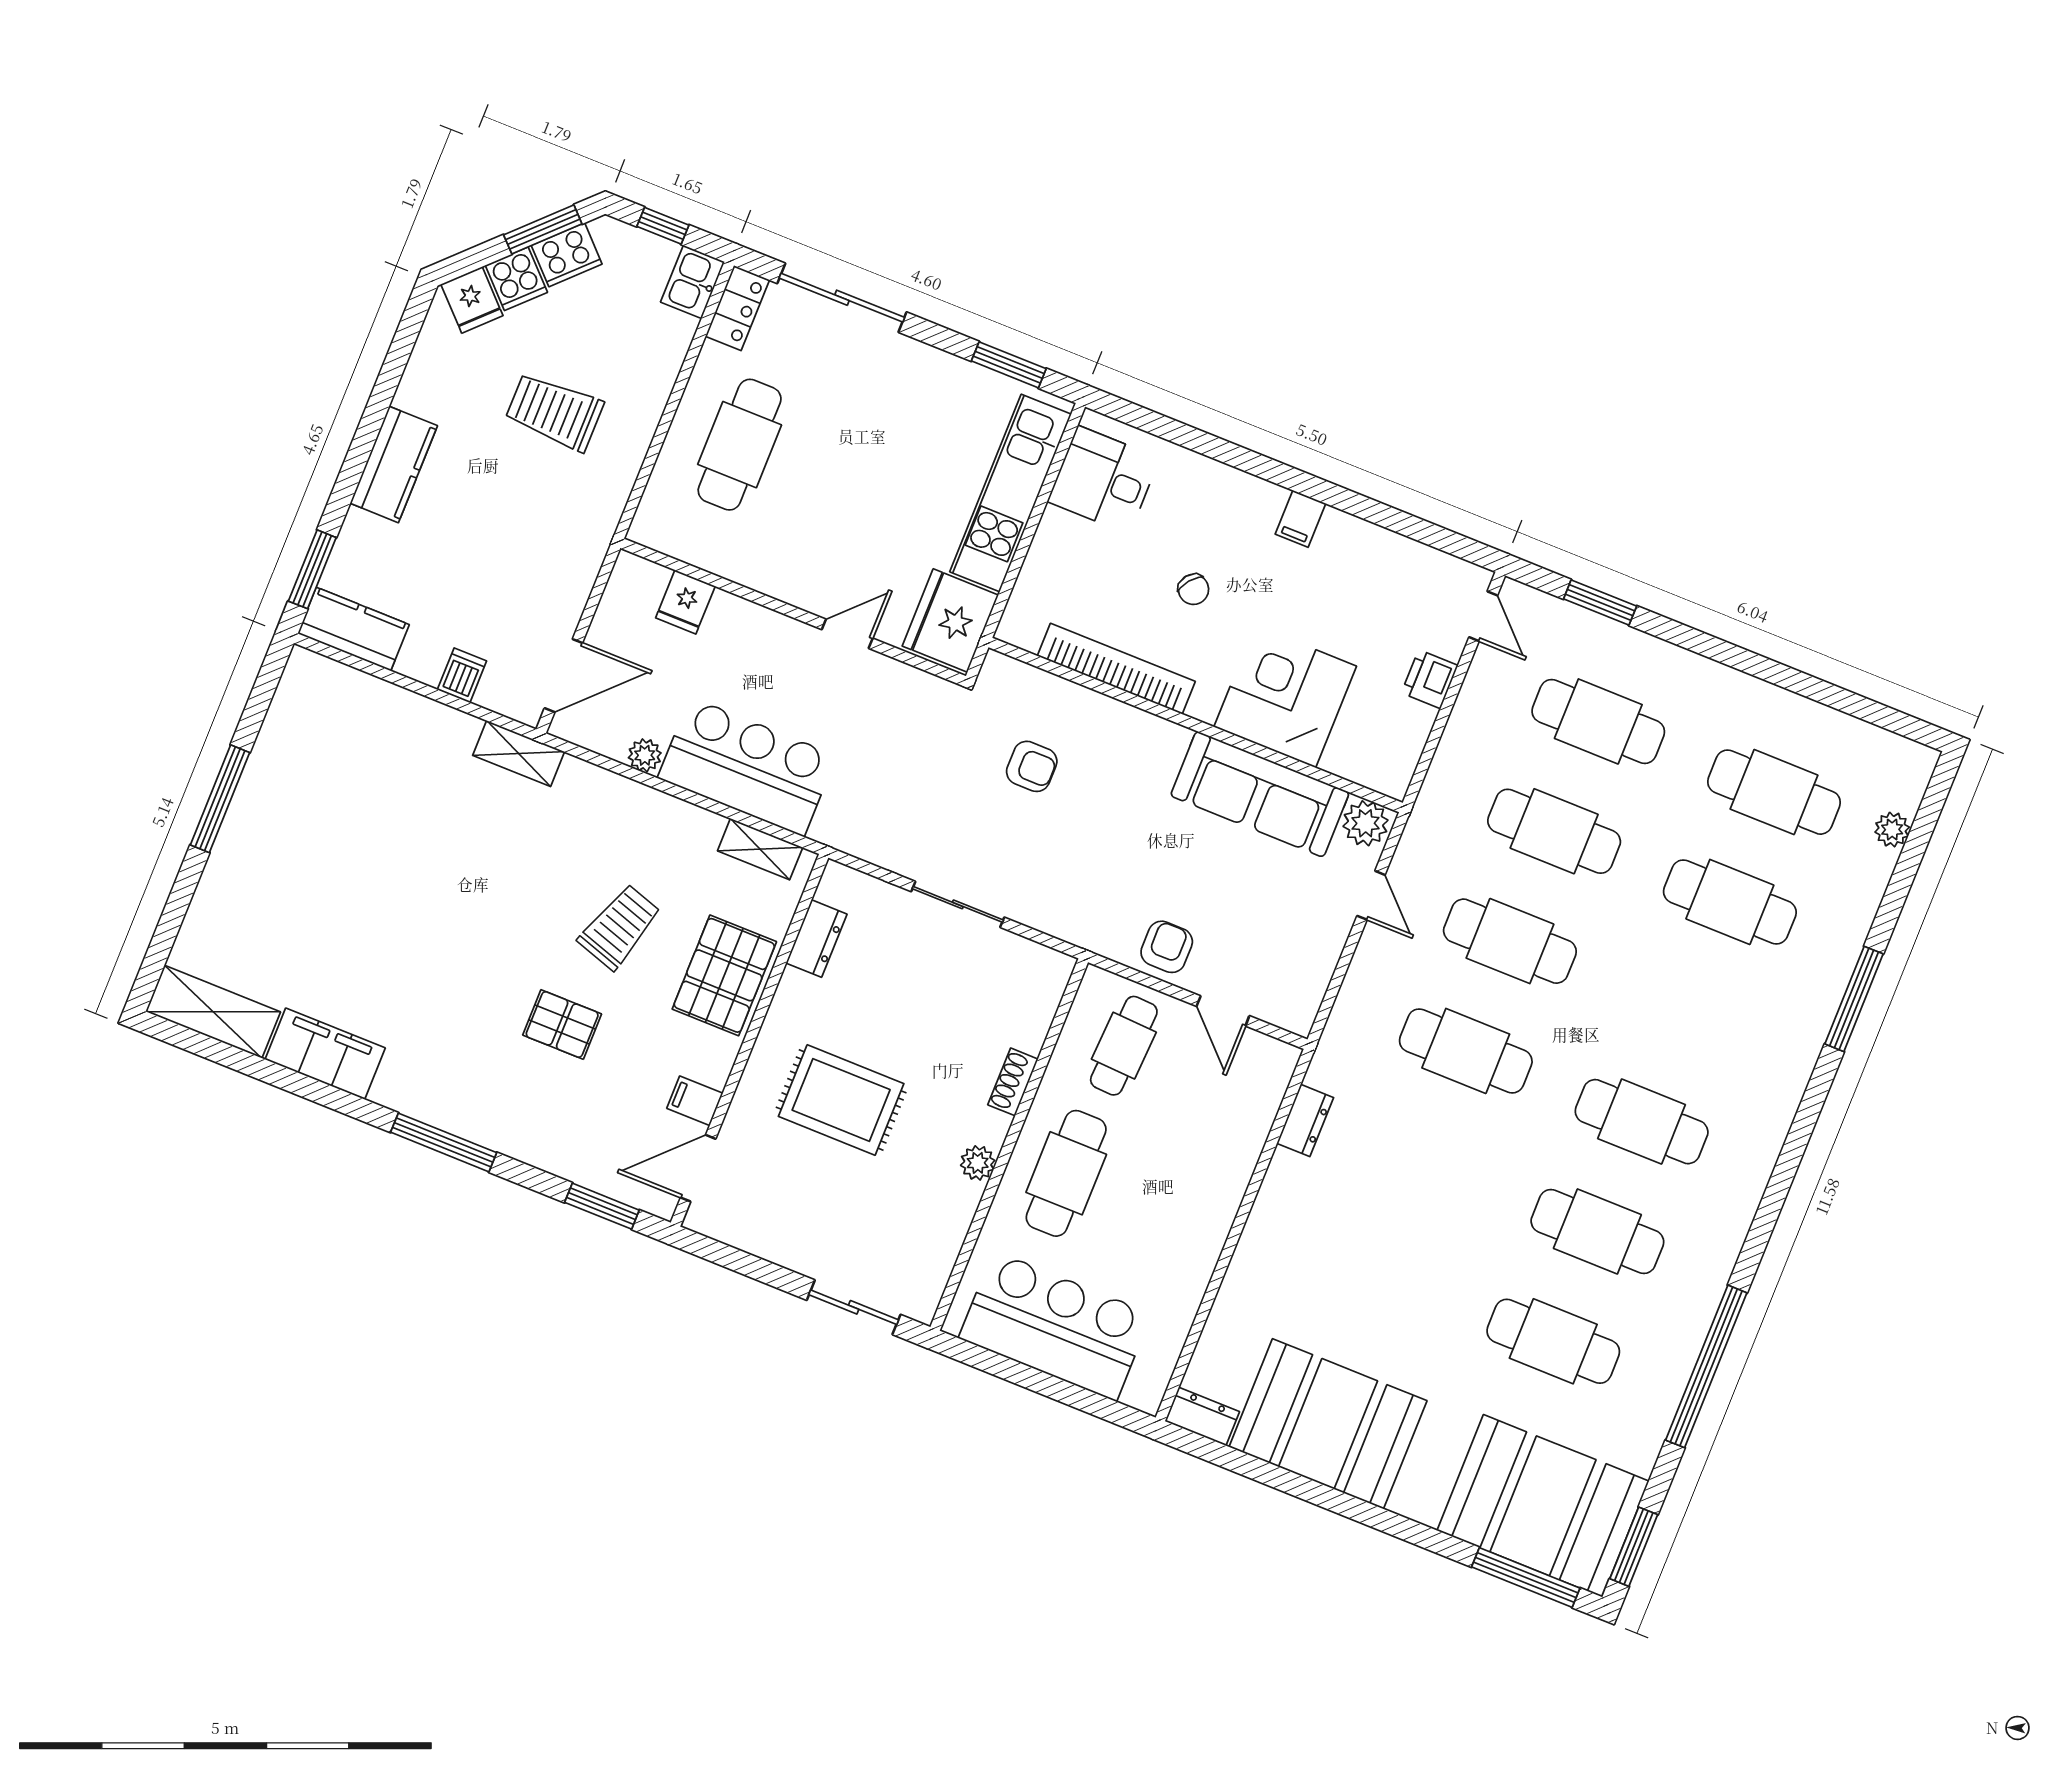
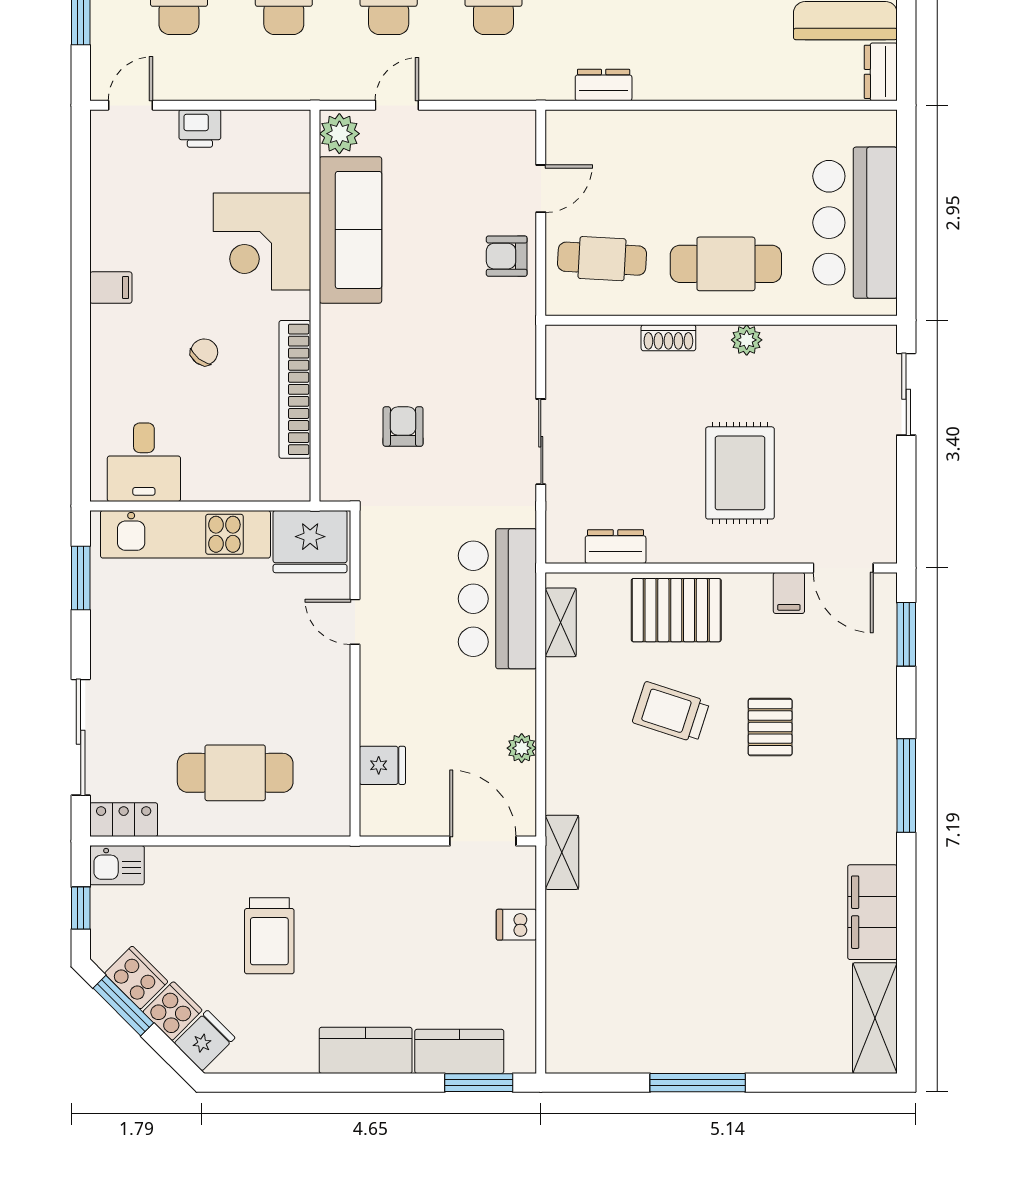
kitchen counter: (353, 629) -> (459, 1051), moved, turned 90
bar counter: (747, 767) -> (497, 599), moved

